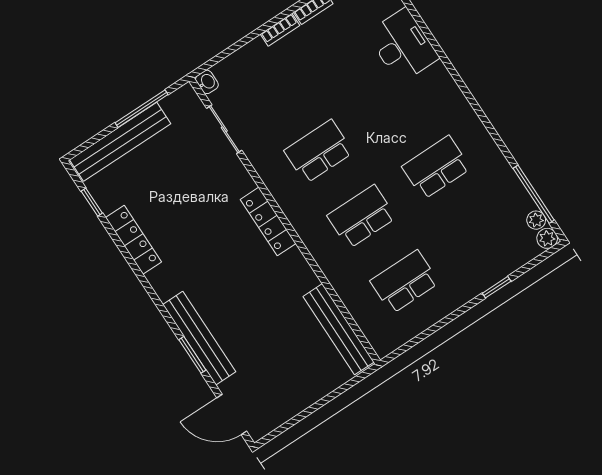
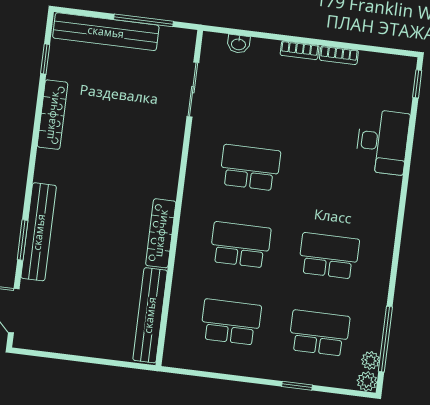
washbasin: (207, 82) -> (238, 44), moved, turned 90
locker: (268, 221) -> (161, 233), moved
school desk: (479, 233) -> (319, 333), added

